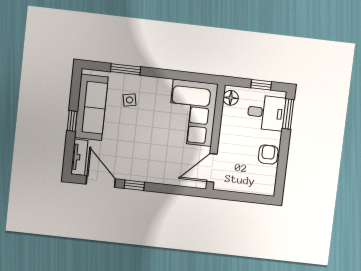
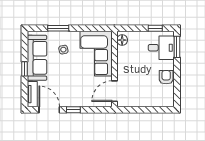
floor lamp: (231, 98) -> (122, 40), moved
corner sofa: (192, 113) -> (96, 54), moved
wall: (215, 137) -> (114, 69), moved
door: (212, 168) -> (114, 91), moved

